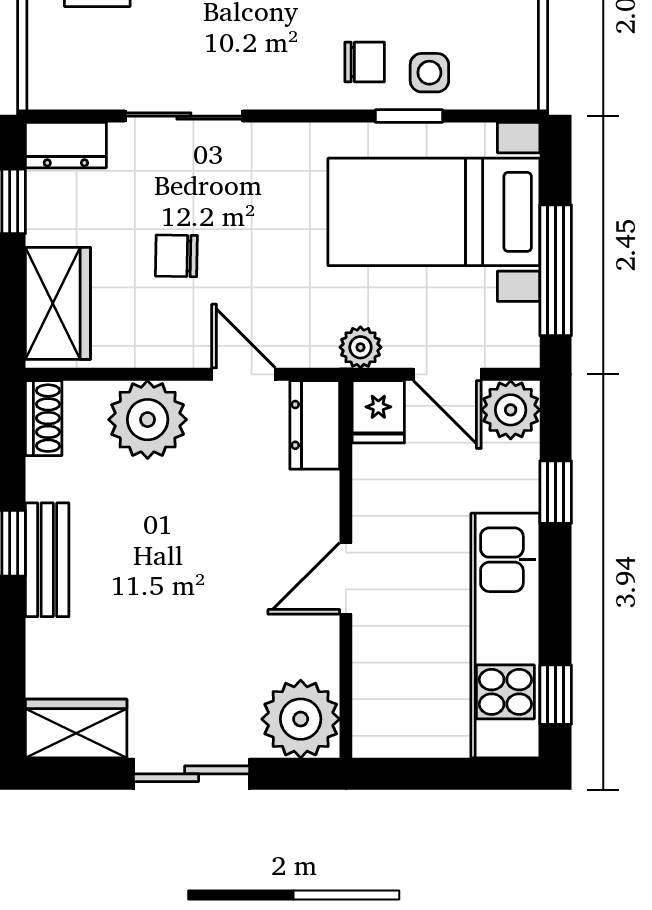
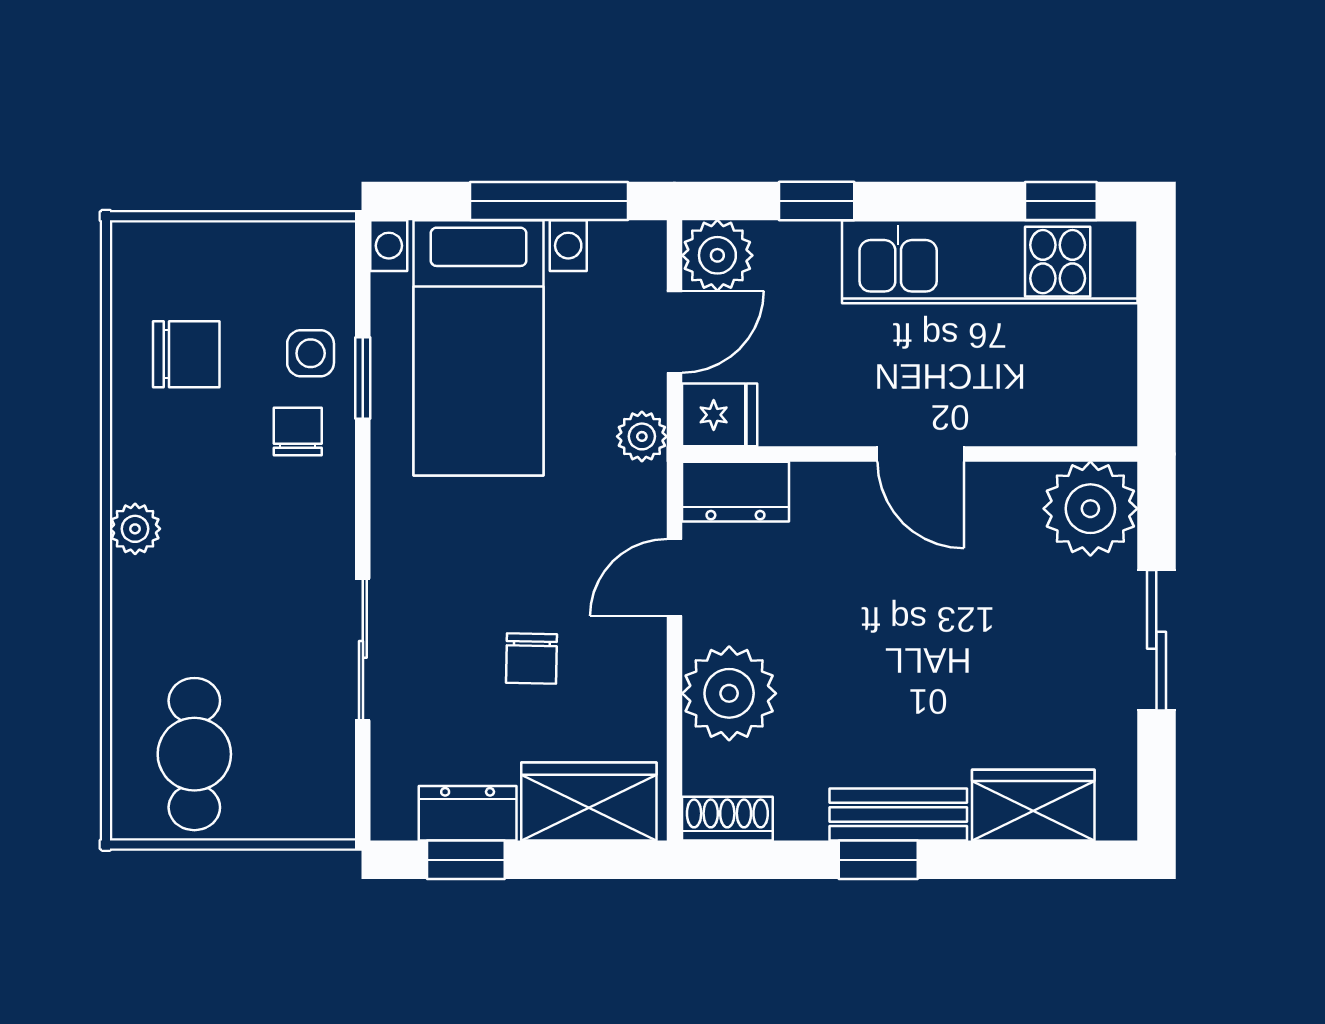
dresser: (66, 145) -> (468, 813), moved, turned -90
wardrobe: (76, 729) -> (1033, 805), moved, turned 90

